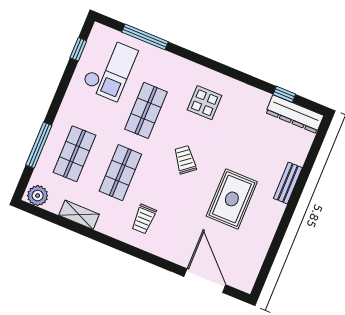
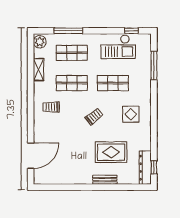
checkout: (110, 69) -> (118, 47), moved
window: (284, 94) -> (154, 167), moved
rug: (232, 199) -> (111, 152), moved

